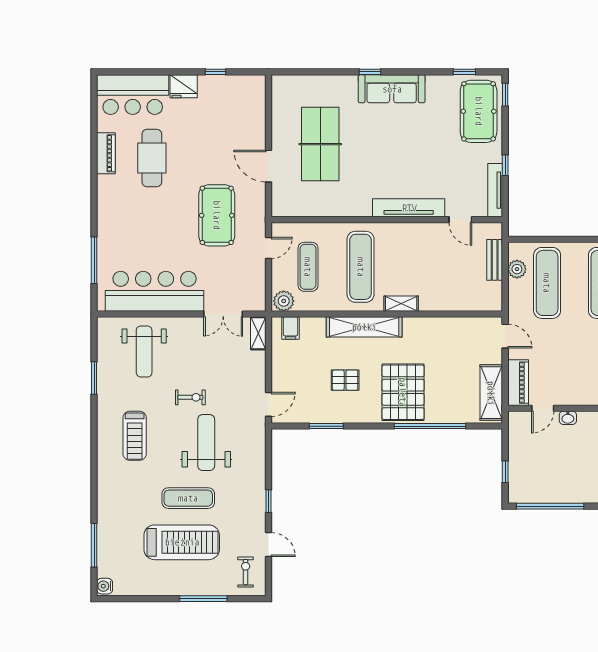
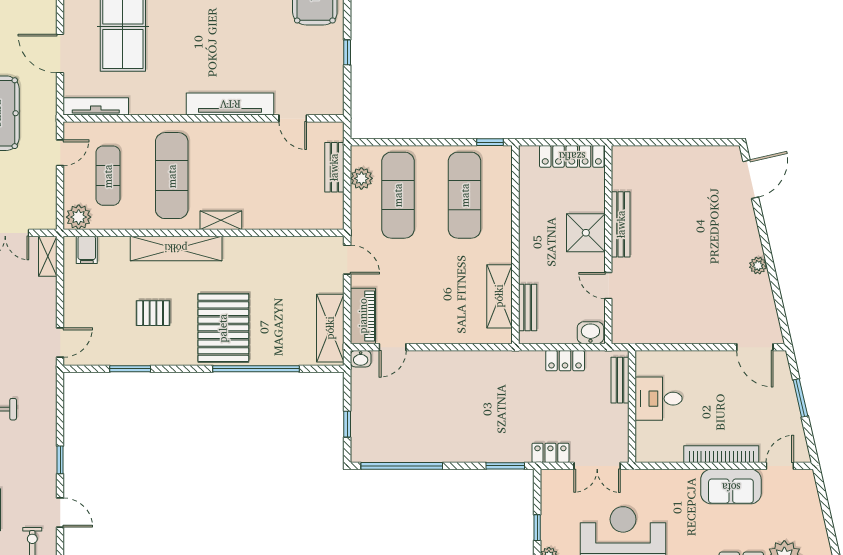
tv unit: (495, 190) -> (96, 106), moved, turned 90
washbasin: (568, 418) -> (361, 359), moved

